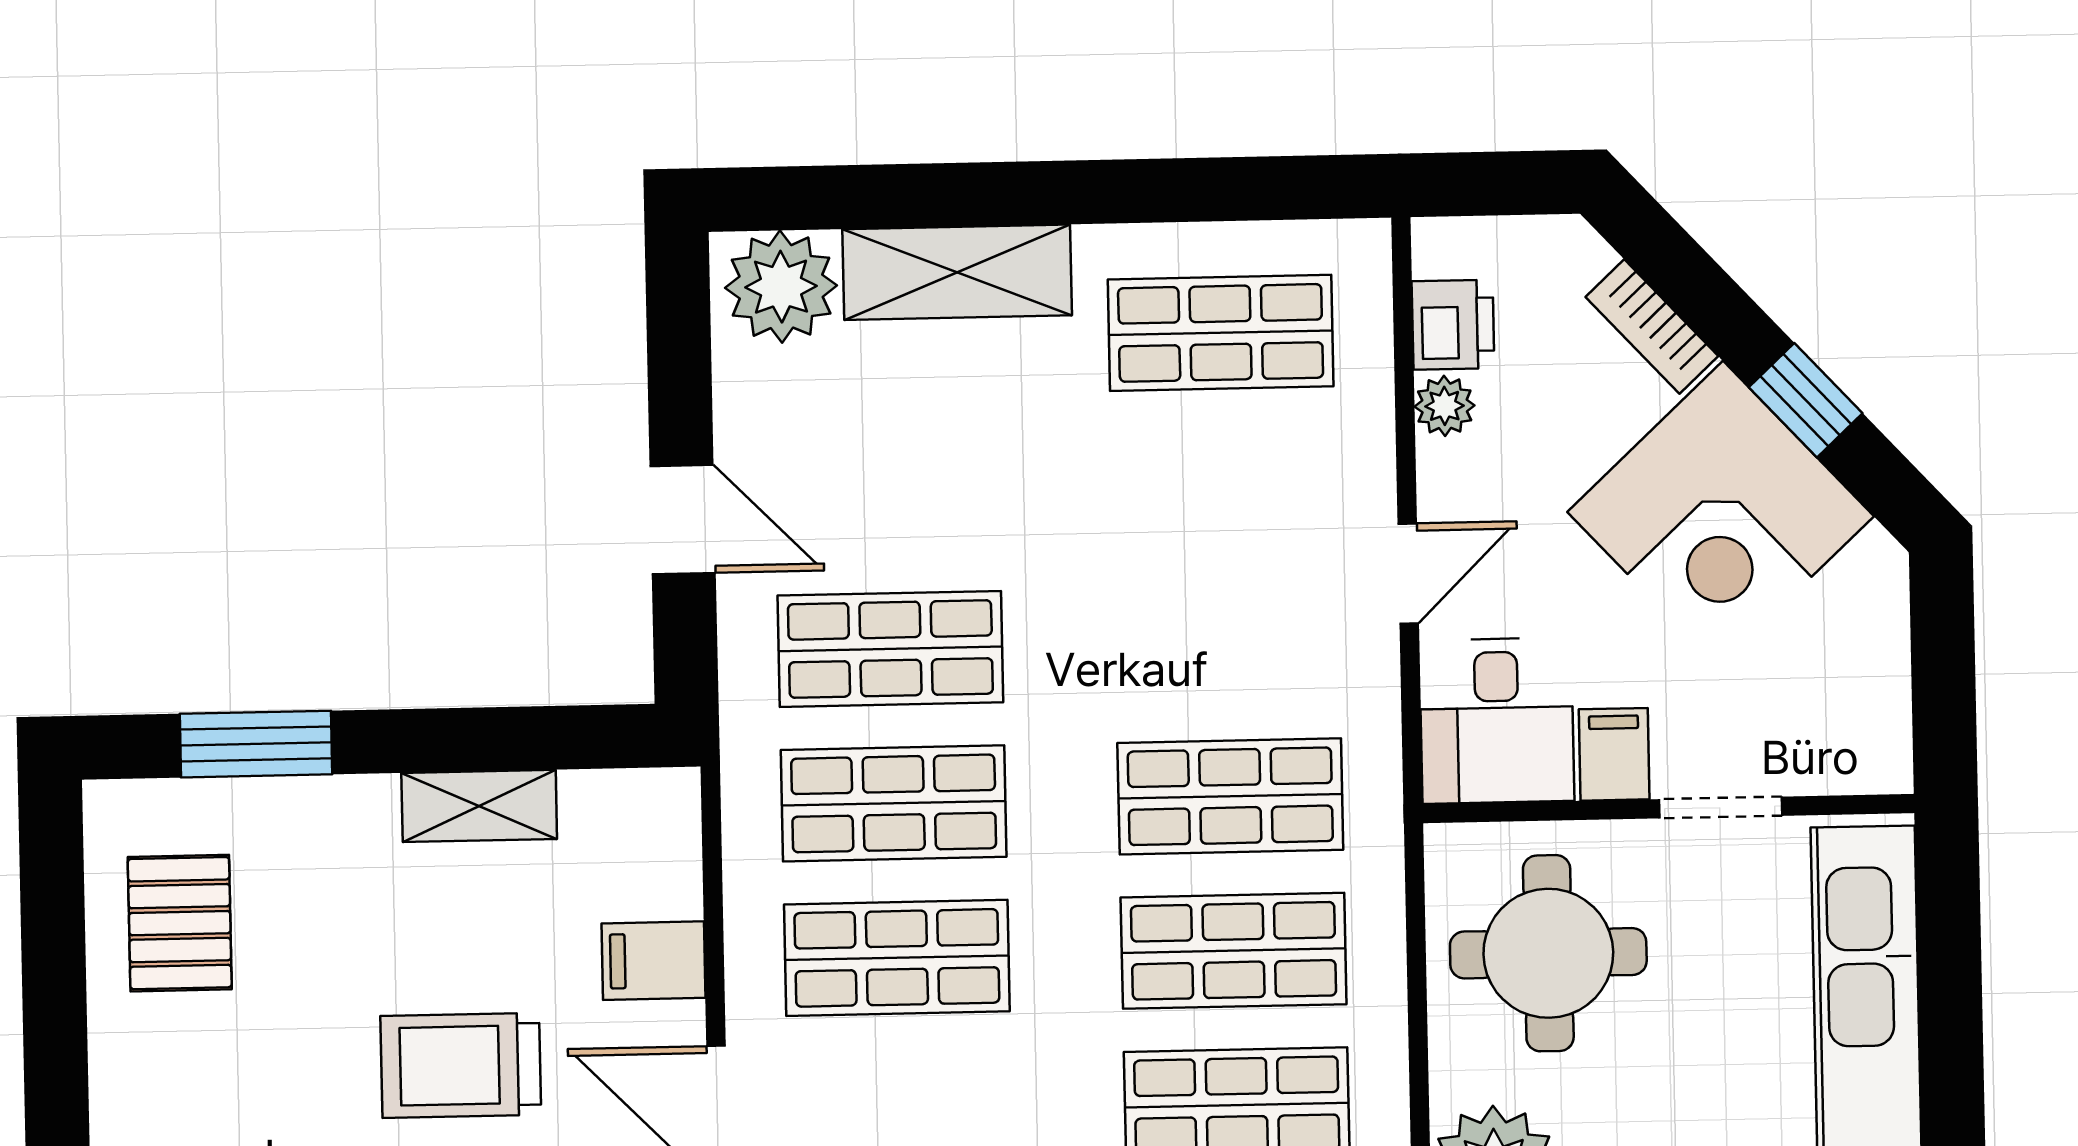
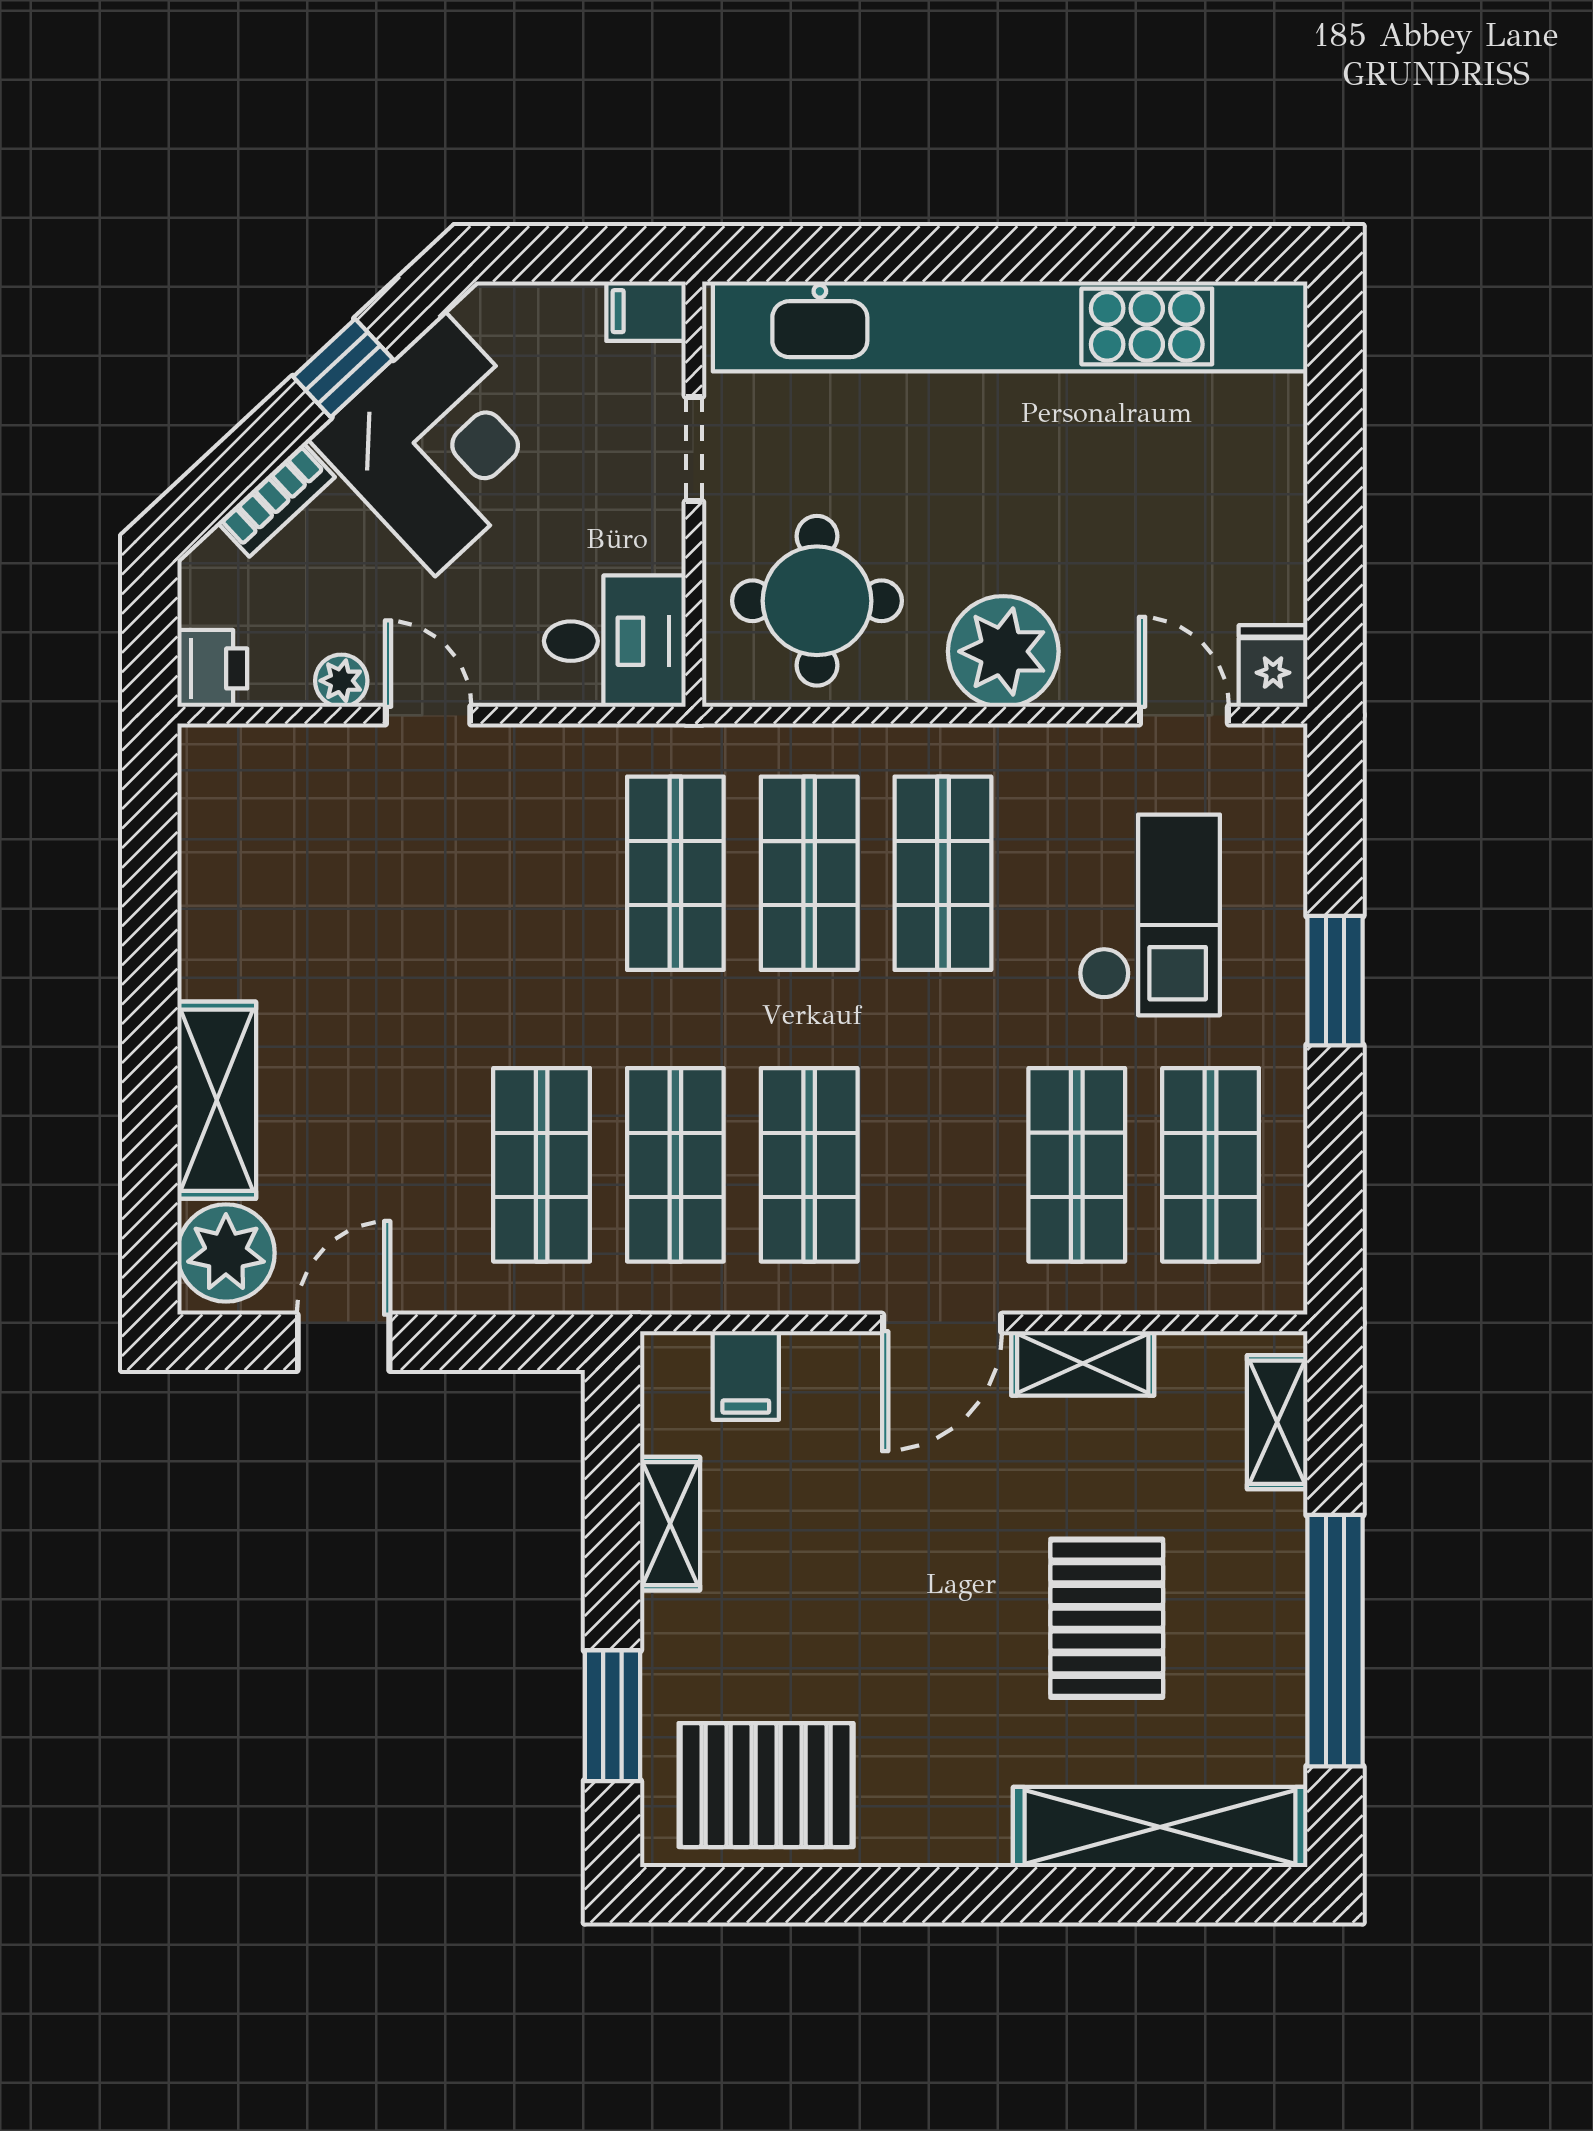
printer: (1453, 325) -> (212, 668), moved, turned 90
shop shelf: (1221, 333) -> (274, 873), removed
door: (683, 519) -> (343, 1342), moved
door: (1408, 574) -> (428, 715), moved
filing cabinet: (1614, 754) -> (646, 311), moved
pallet: (180, 923) -> (766, 1785), width x1.50, depth x1.42
filing cabinet: (654, 961) -> (746, 1376), moved
trolley: (461, 1065) -> (894, 1544), removed

